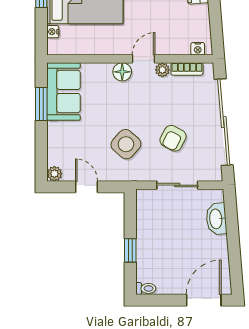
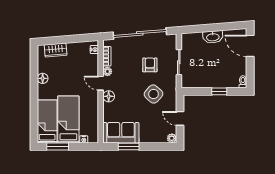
armchair: (173, 138) -> (150, 65), turned -118
door: (87, 187) -> (180, 118), hinge flipped
washbasin: (216, 219) -> (213, 37), moved

